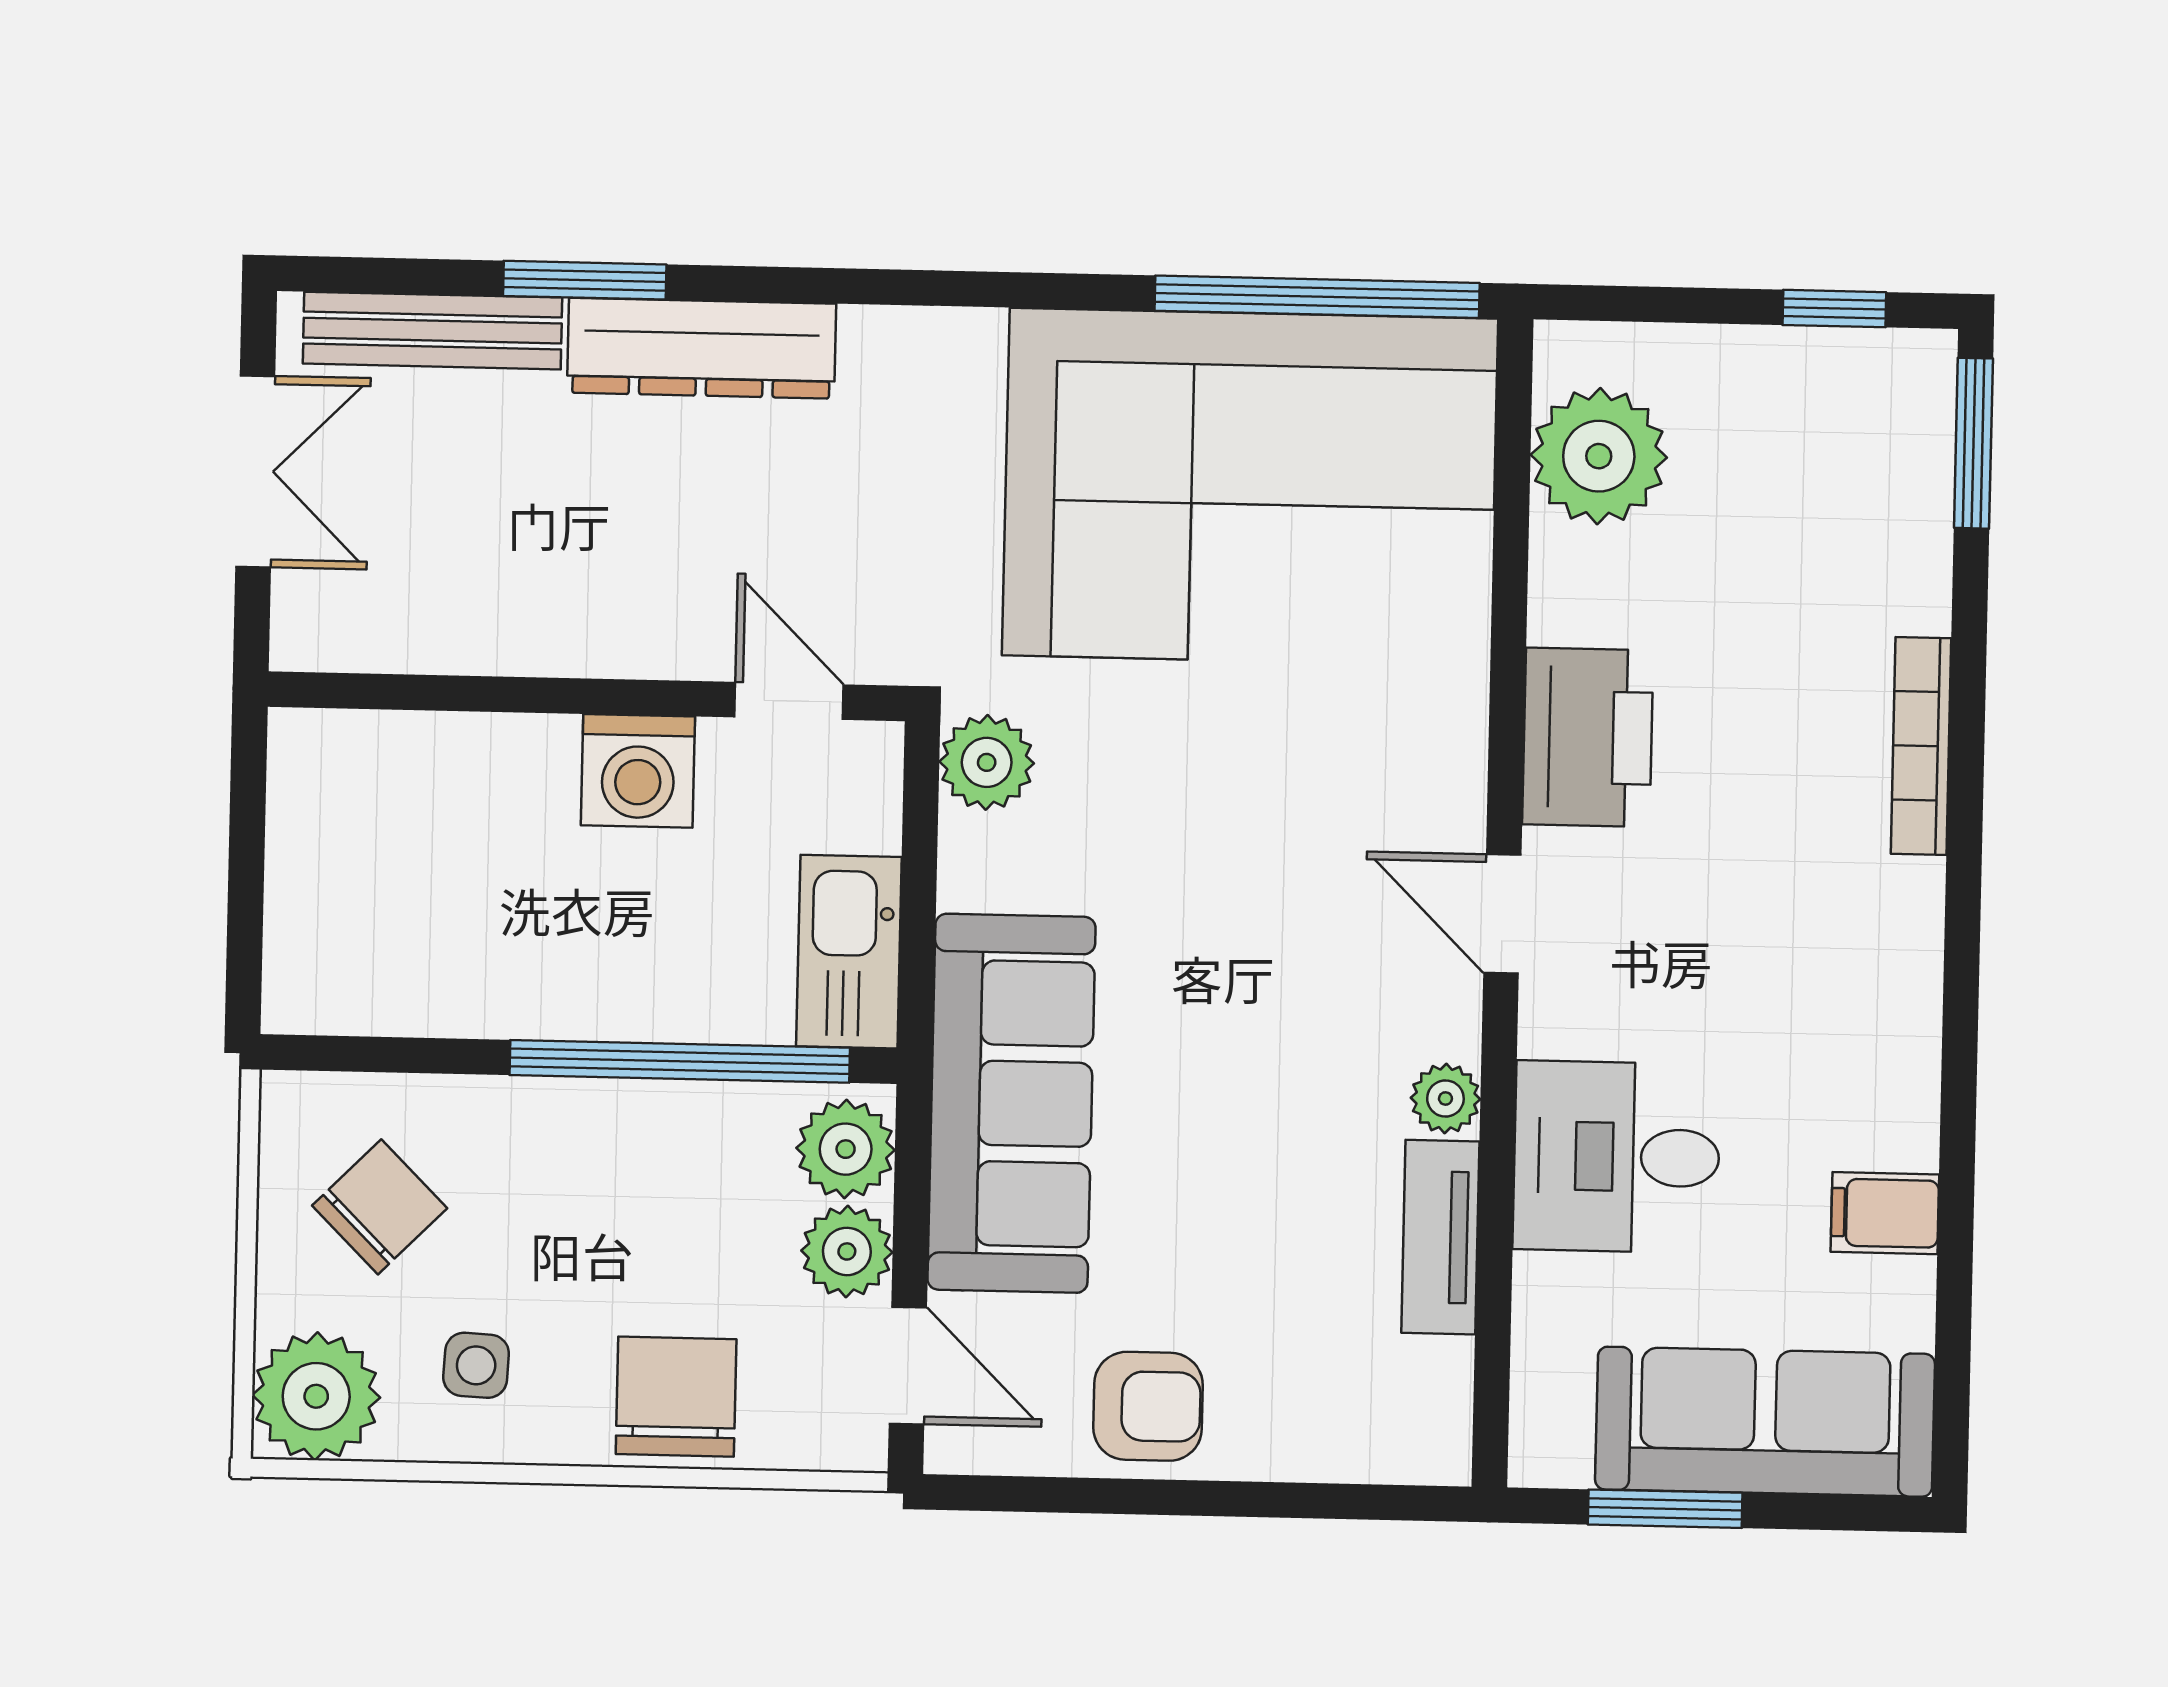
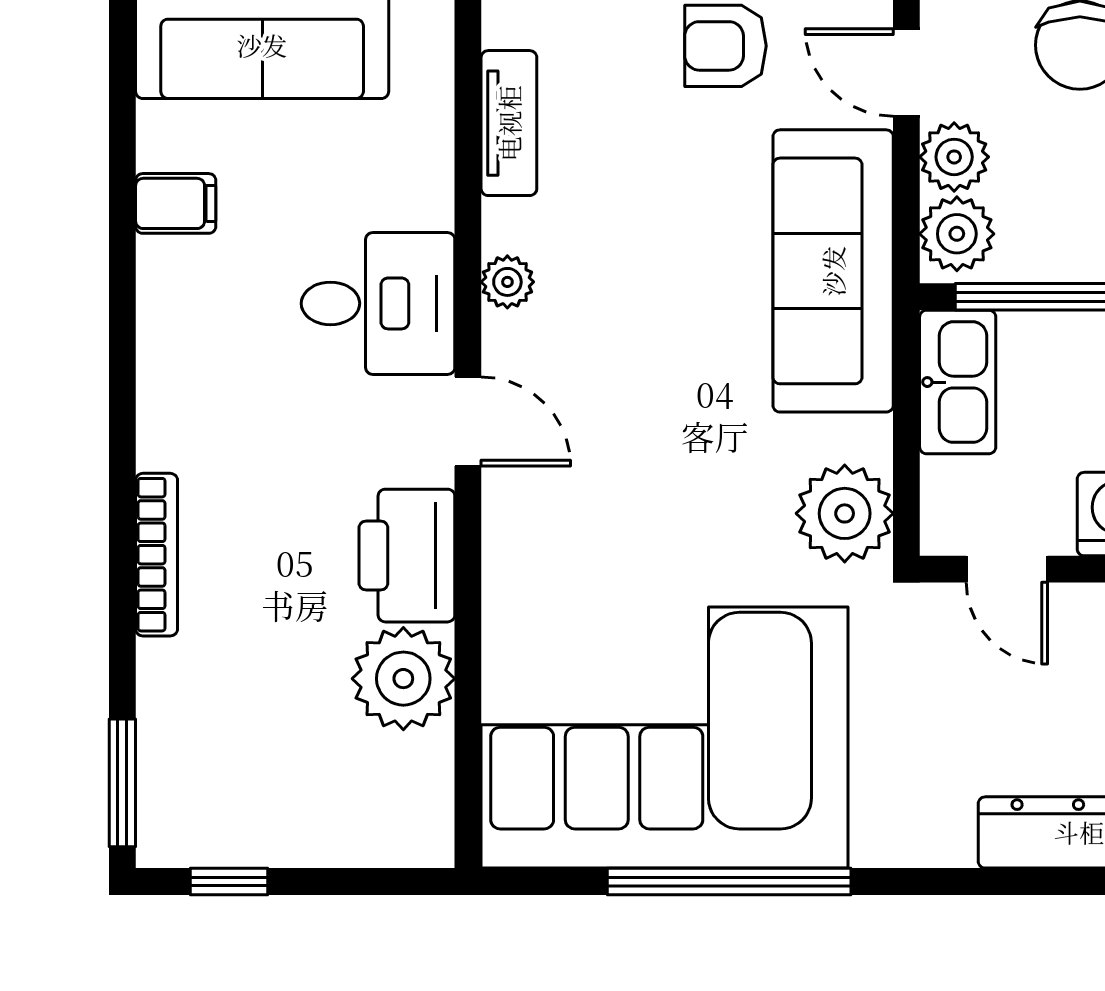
window: (1317, 297) -> (729, 881), moved
plant: (1599, 456) -> (403, 679), moved
plant: (987, 762) -> (845, 513), width x1.36, depth x1.36
desk: (1617, 1157) -> (378, 303), moved
tv unit: (1440, 1237) -> (509, 123), moved

